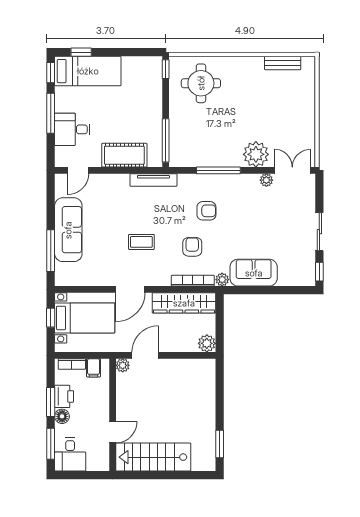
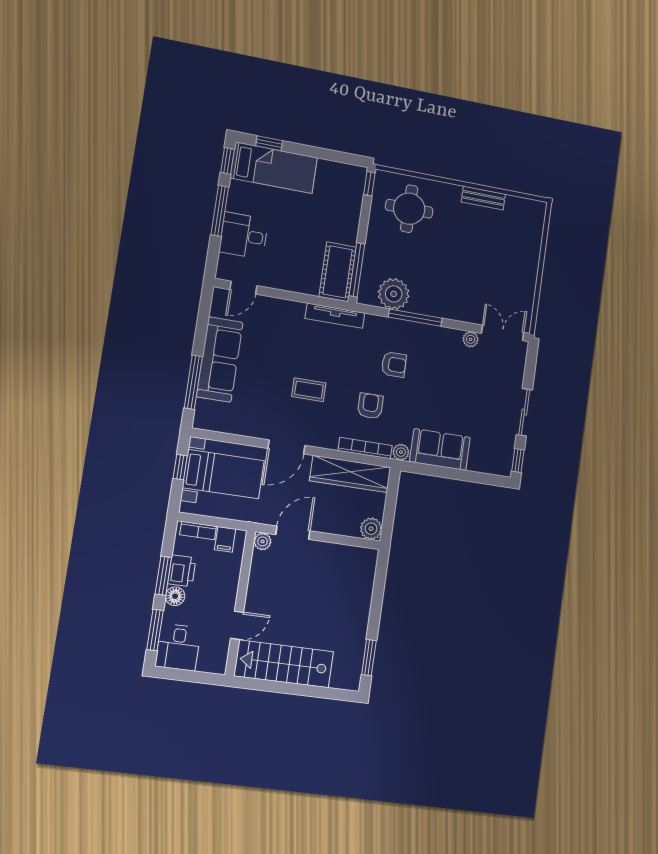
bench: (283, 63) -> (483, 198), moved
plant: (256, 154) -> (394, 294), moved
cot: (124, 155) -> (338, 272), moved, turned 90

